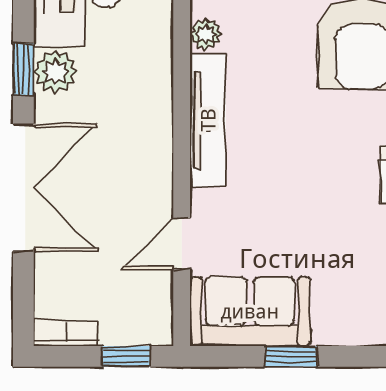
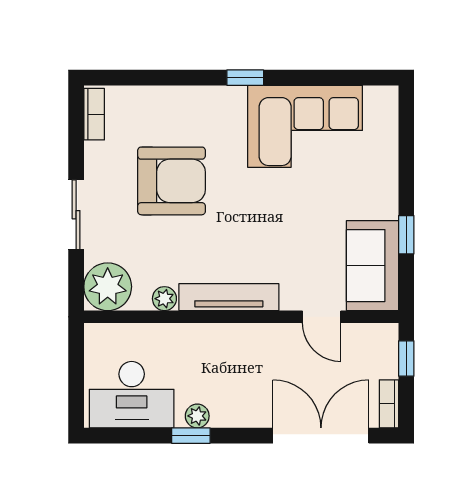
plant: (55, 72) -> (197, 416), width x0.73, depth x0.73
double door: (23, 188) -> (321, 436), moved

